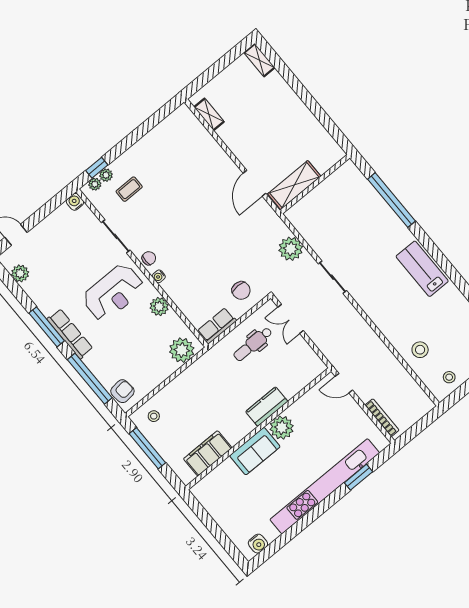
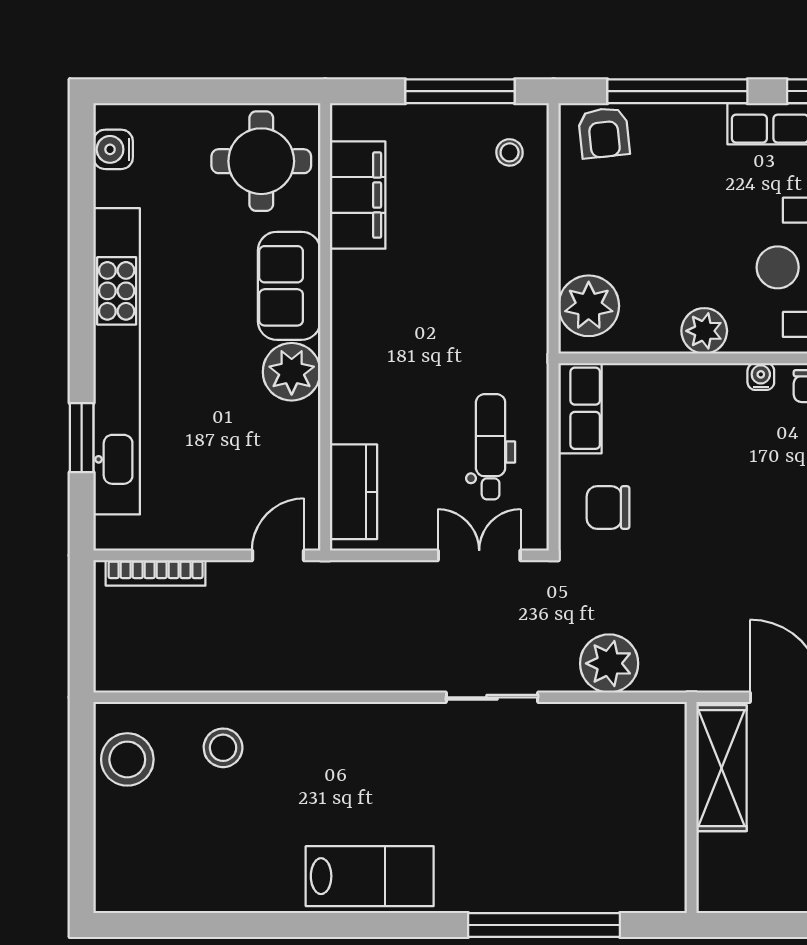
stool: (449, 377) -> (127, 759), width x1.89, depth x1.89
kitchen counter: (267, 407) -> (353, 492), moved
round table: (222, 493) -> (261, 161), added

